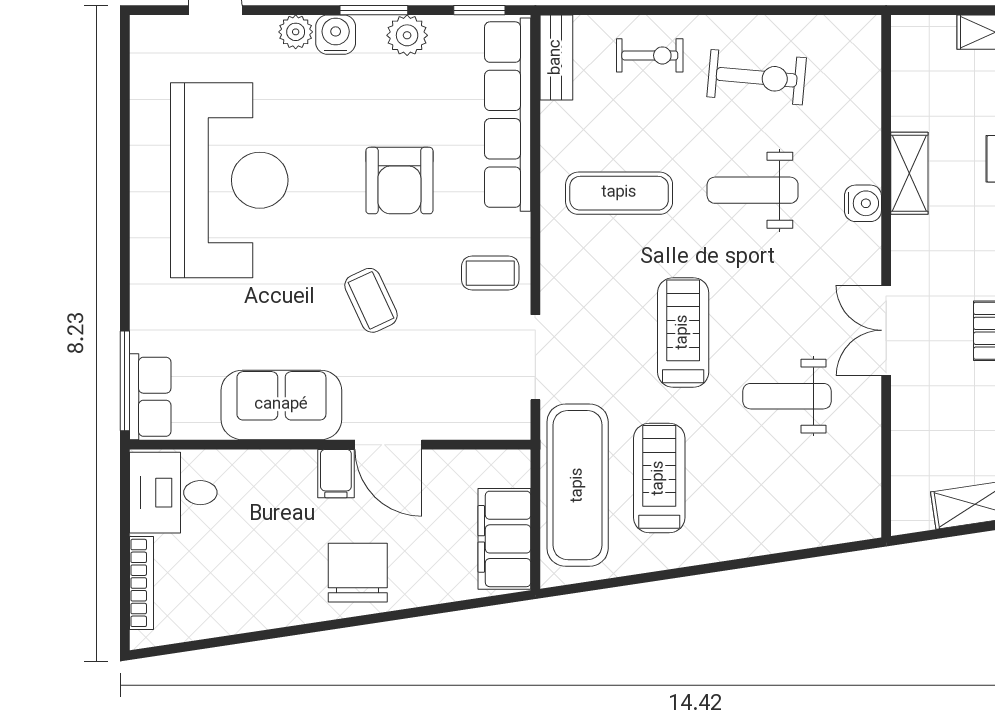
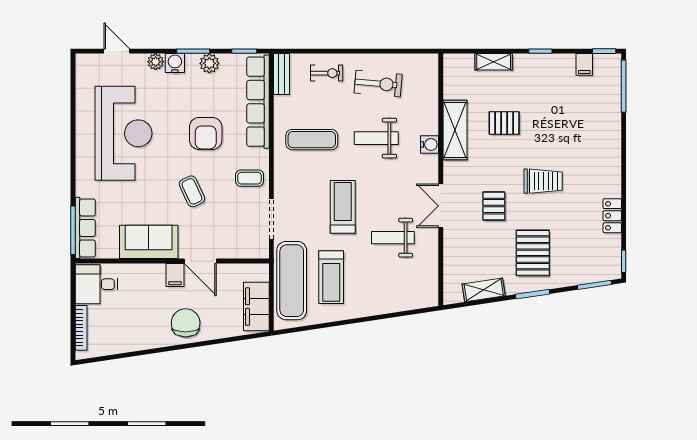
shelving: (909, 173) -> (455, 130), width x1.50, depth x1.33
row of seats: (150, 397) -> (85, 228), width x1.48
treadmill: (659, 478) -> (331, 277), turned 180

